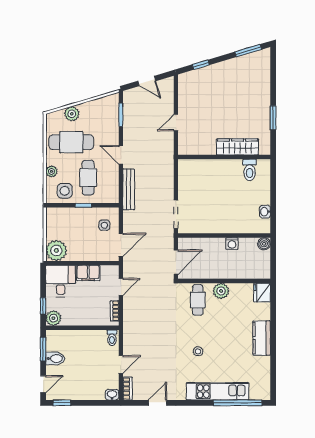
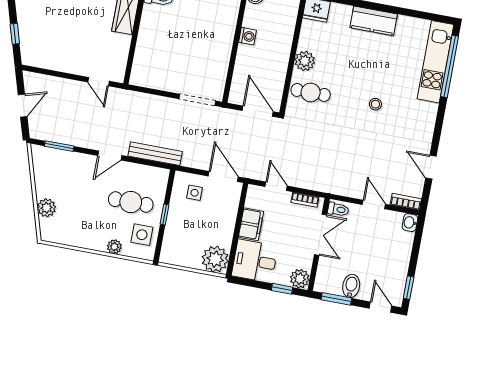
door: (176, 123) -> (99, 82), moved
cafe table: (71, 142) -> (82, 215), removed
double door: (90, 328) -> (321, 235), added
kitchen unit: (218, 391) -> (435, 62), moved

